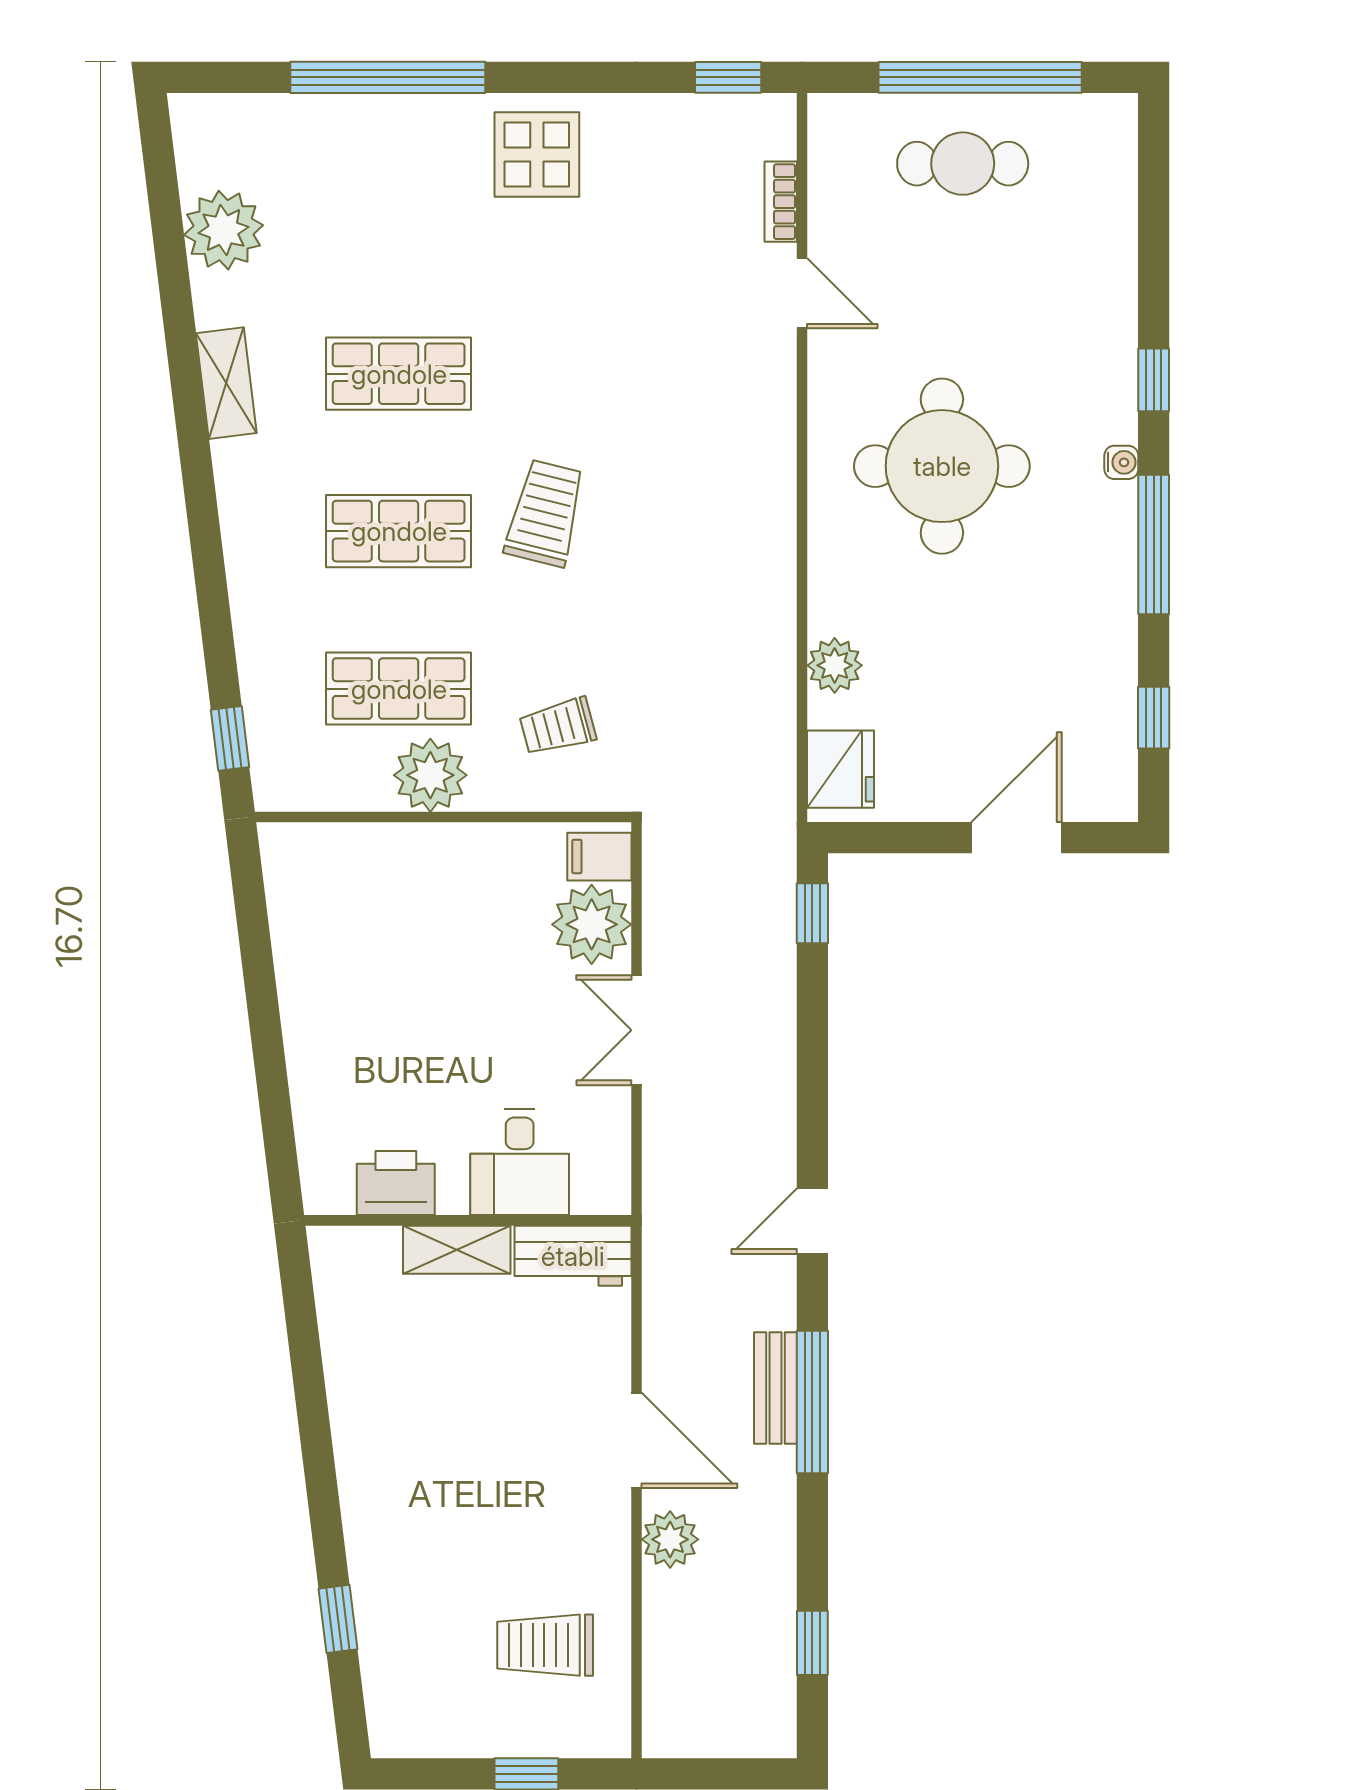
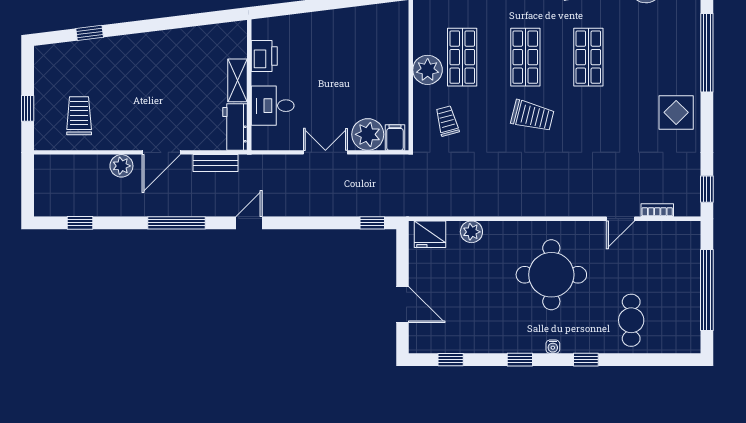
cafe table: (963, 164) -> (631, 320), moved
window: (1154, 545) -> (520, 360), width x0.46
door: (812, 1221) -> (249, 223), hinge flipped
bench: (775, 1388) -> (216, 163), moved

